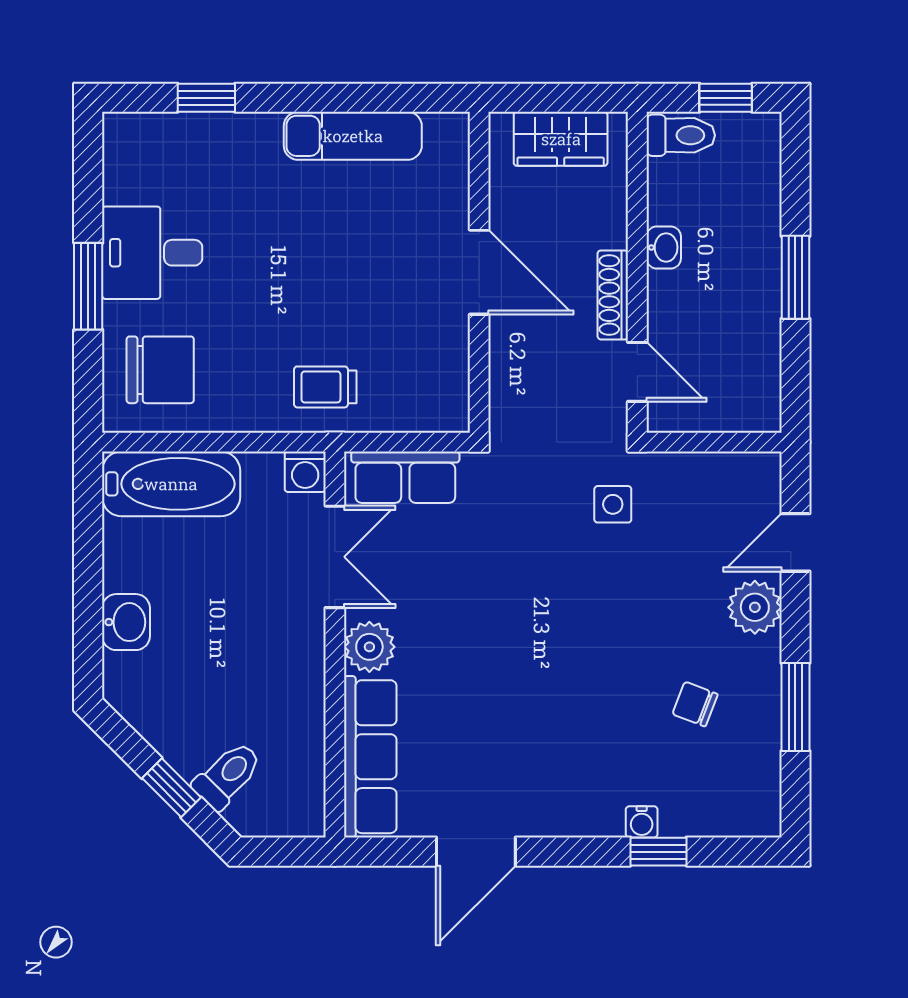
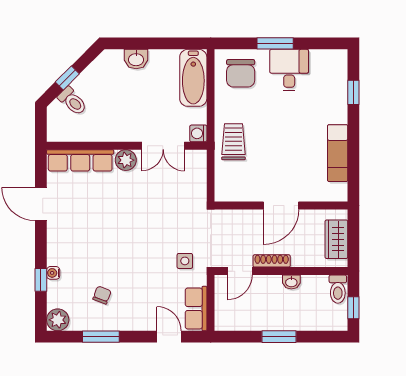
trolley: (325, 387) -> (233, 142), width x1.36, depth x1.39
row of seats: (405, 477) -> (196, 309), moved
plant: (755, 607) -> (58, 320), moved

